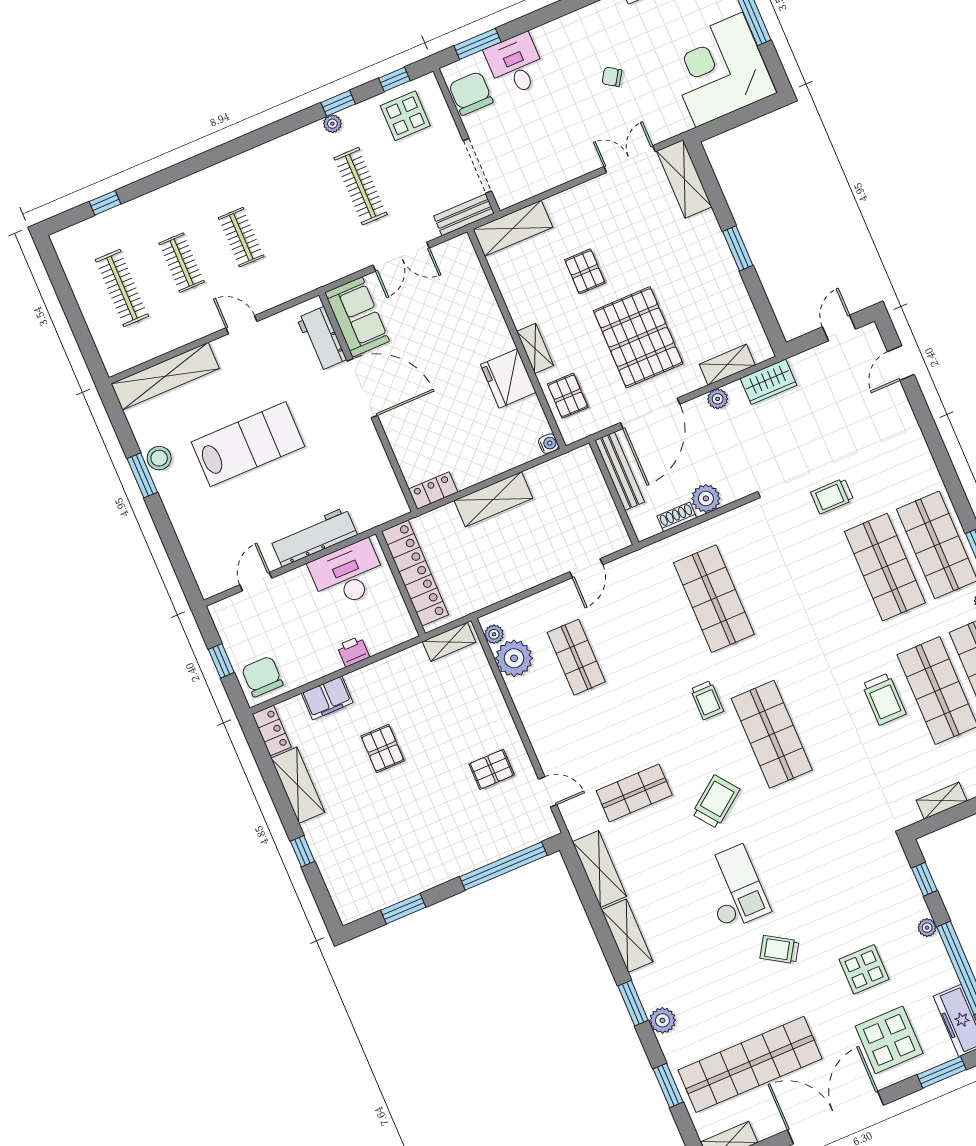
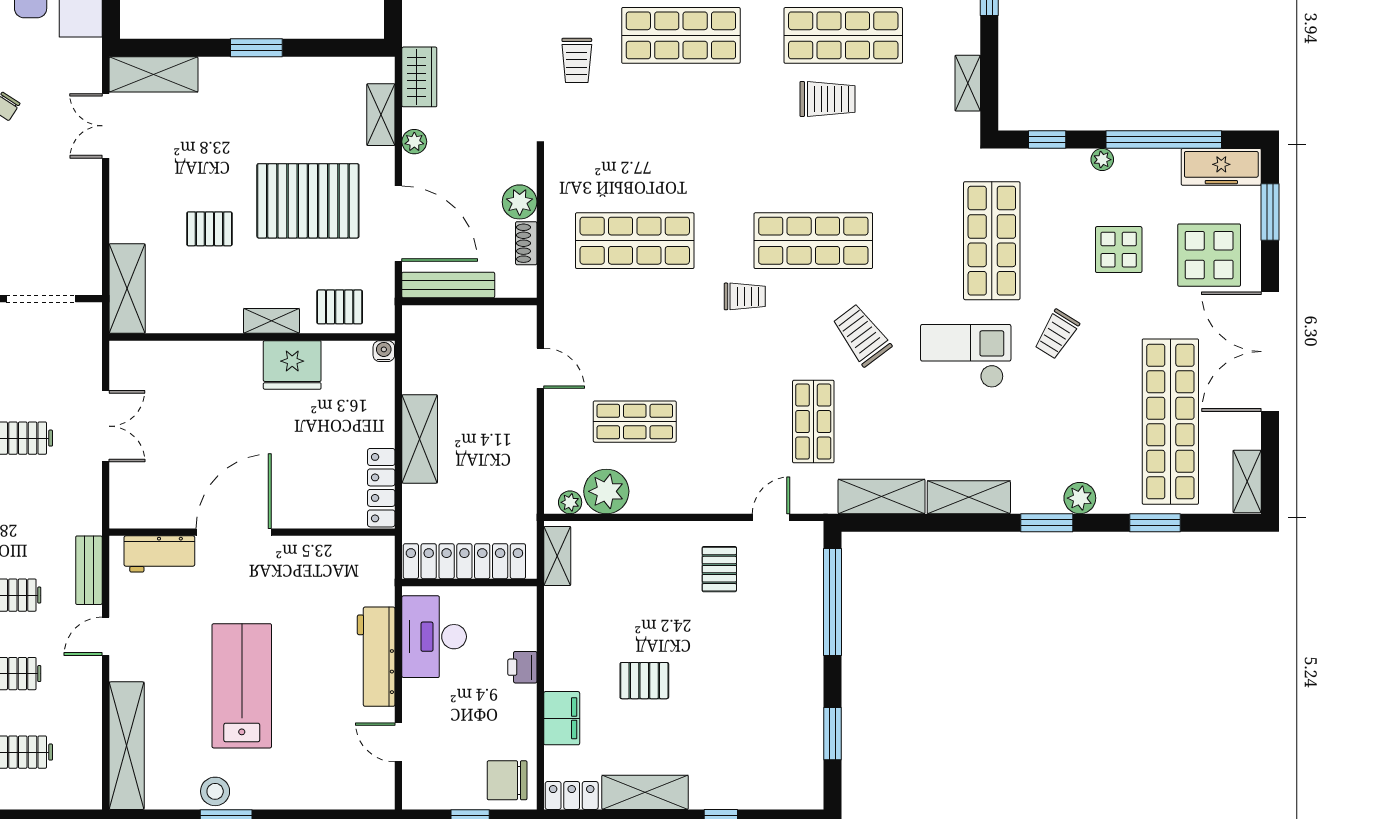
bench: (464, 215) -> (89, 570), moved
sofa: (357, 317) -> (152, 504), removed
locker: (433, 491) -> (381, 488), width x1.53
shop shelf: (830, 870) -> (992, 241), added

